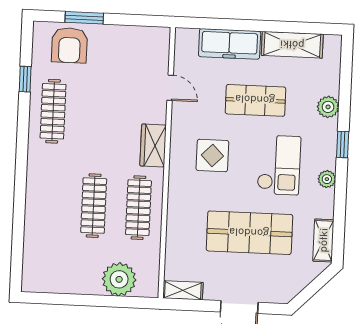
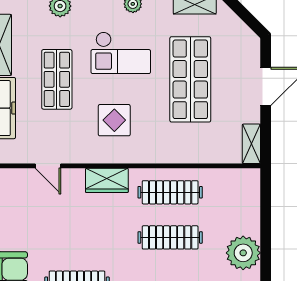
door: (170, 88) -> (48, 166), swing flipped
checkout: (279, 165) -> (121, 53), turned 180
plant: (119, 279) -> (243, 253), moved

